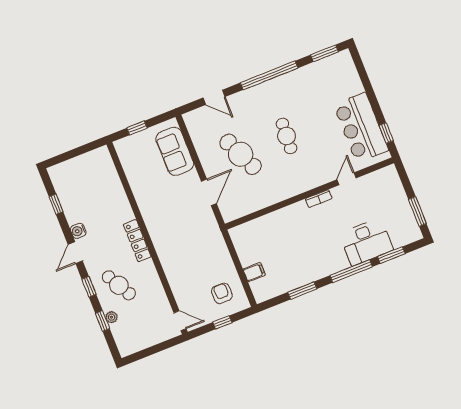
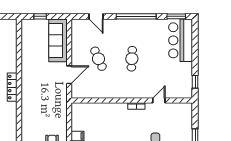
bar counter: (361, 128) -> (181, 40), moved
sofa: (175, 151) -> (58, 40), width x1.36
cafe table: (241, 154) -> (98, 59), width x0.73, depth x0.74

